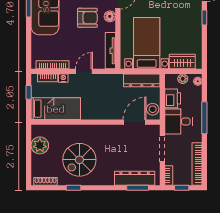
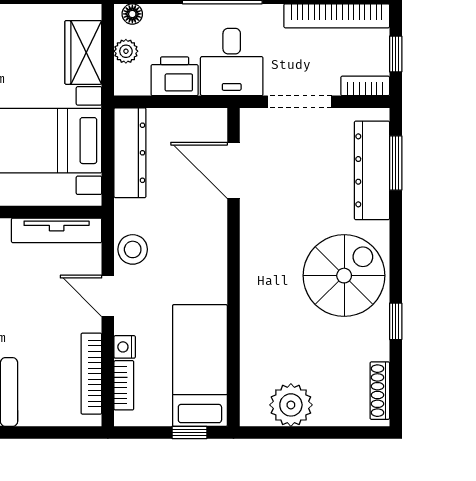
window: (29, 92) -> (189, 432), moved
stool: (153, 109) -> (133, 249), moved
spiral stairs: (79, 160) -> (344, 276), moved, turned -90

